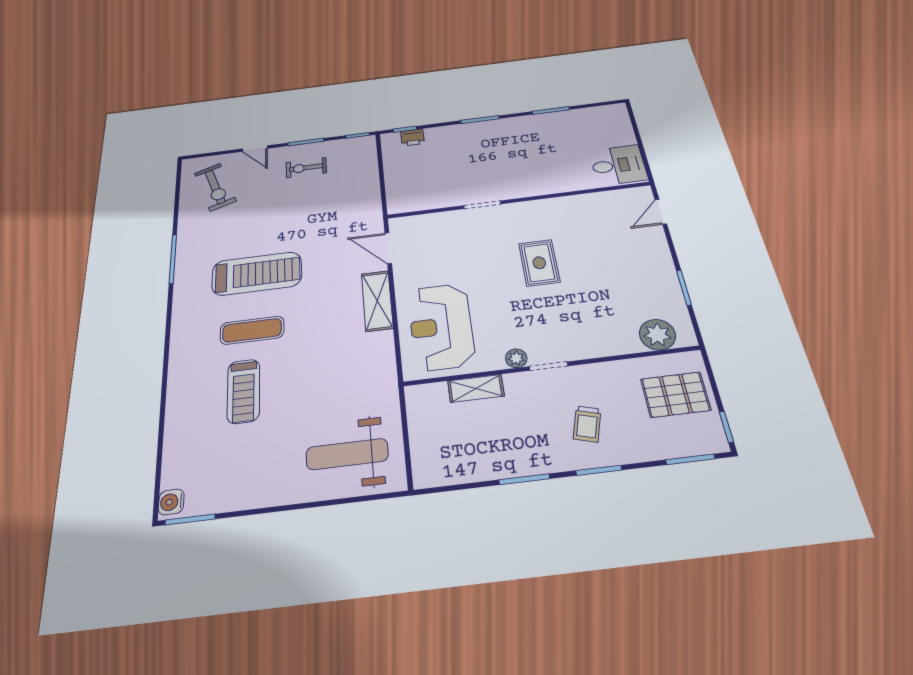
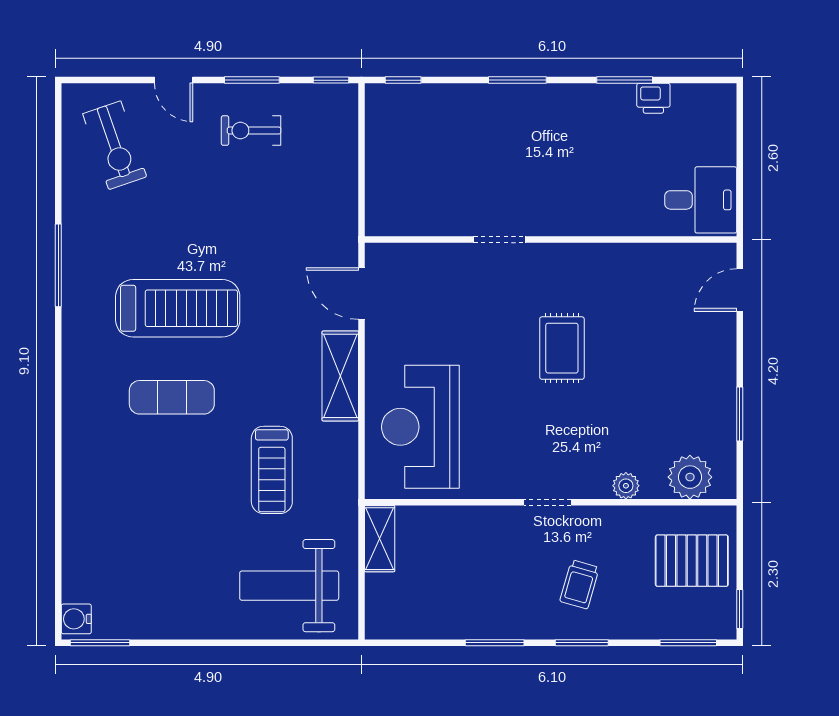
printer: (412, 137) -> (653, 98), moved
plant: (516, 358) -> (626, 486), moved
shelving: (476, 388) -> (380, 539), moved, turned 90
treadmill: (243, 391) -> (272, 470), moved

